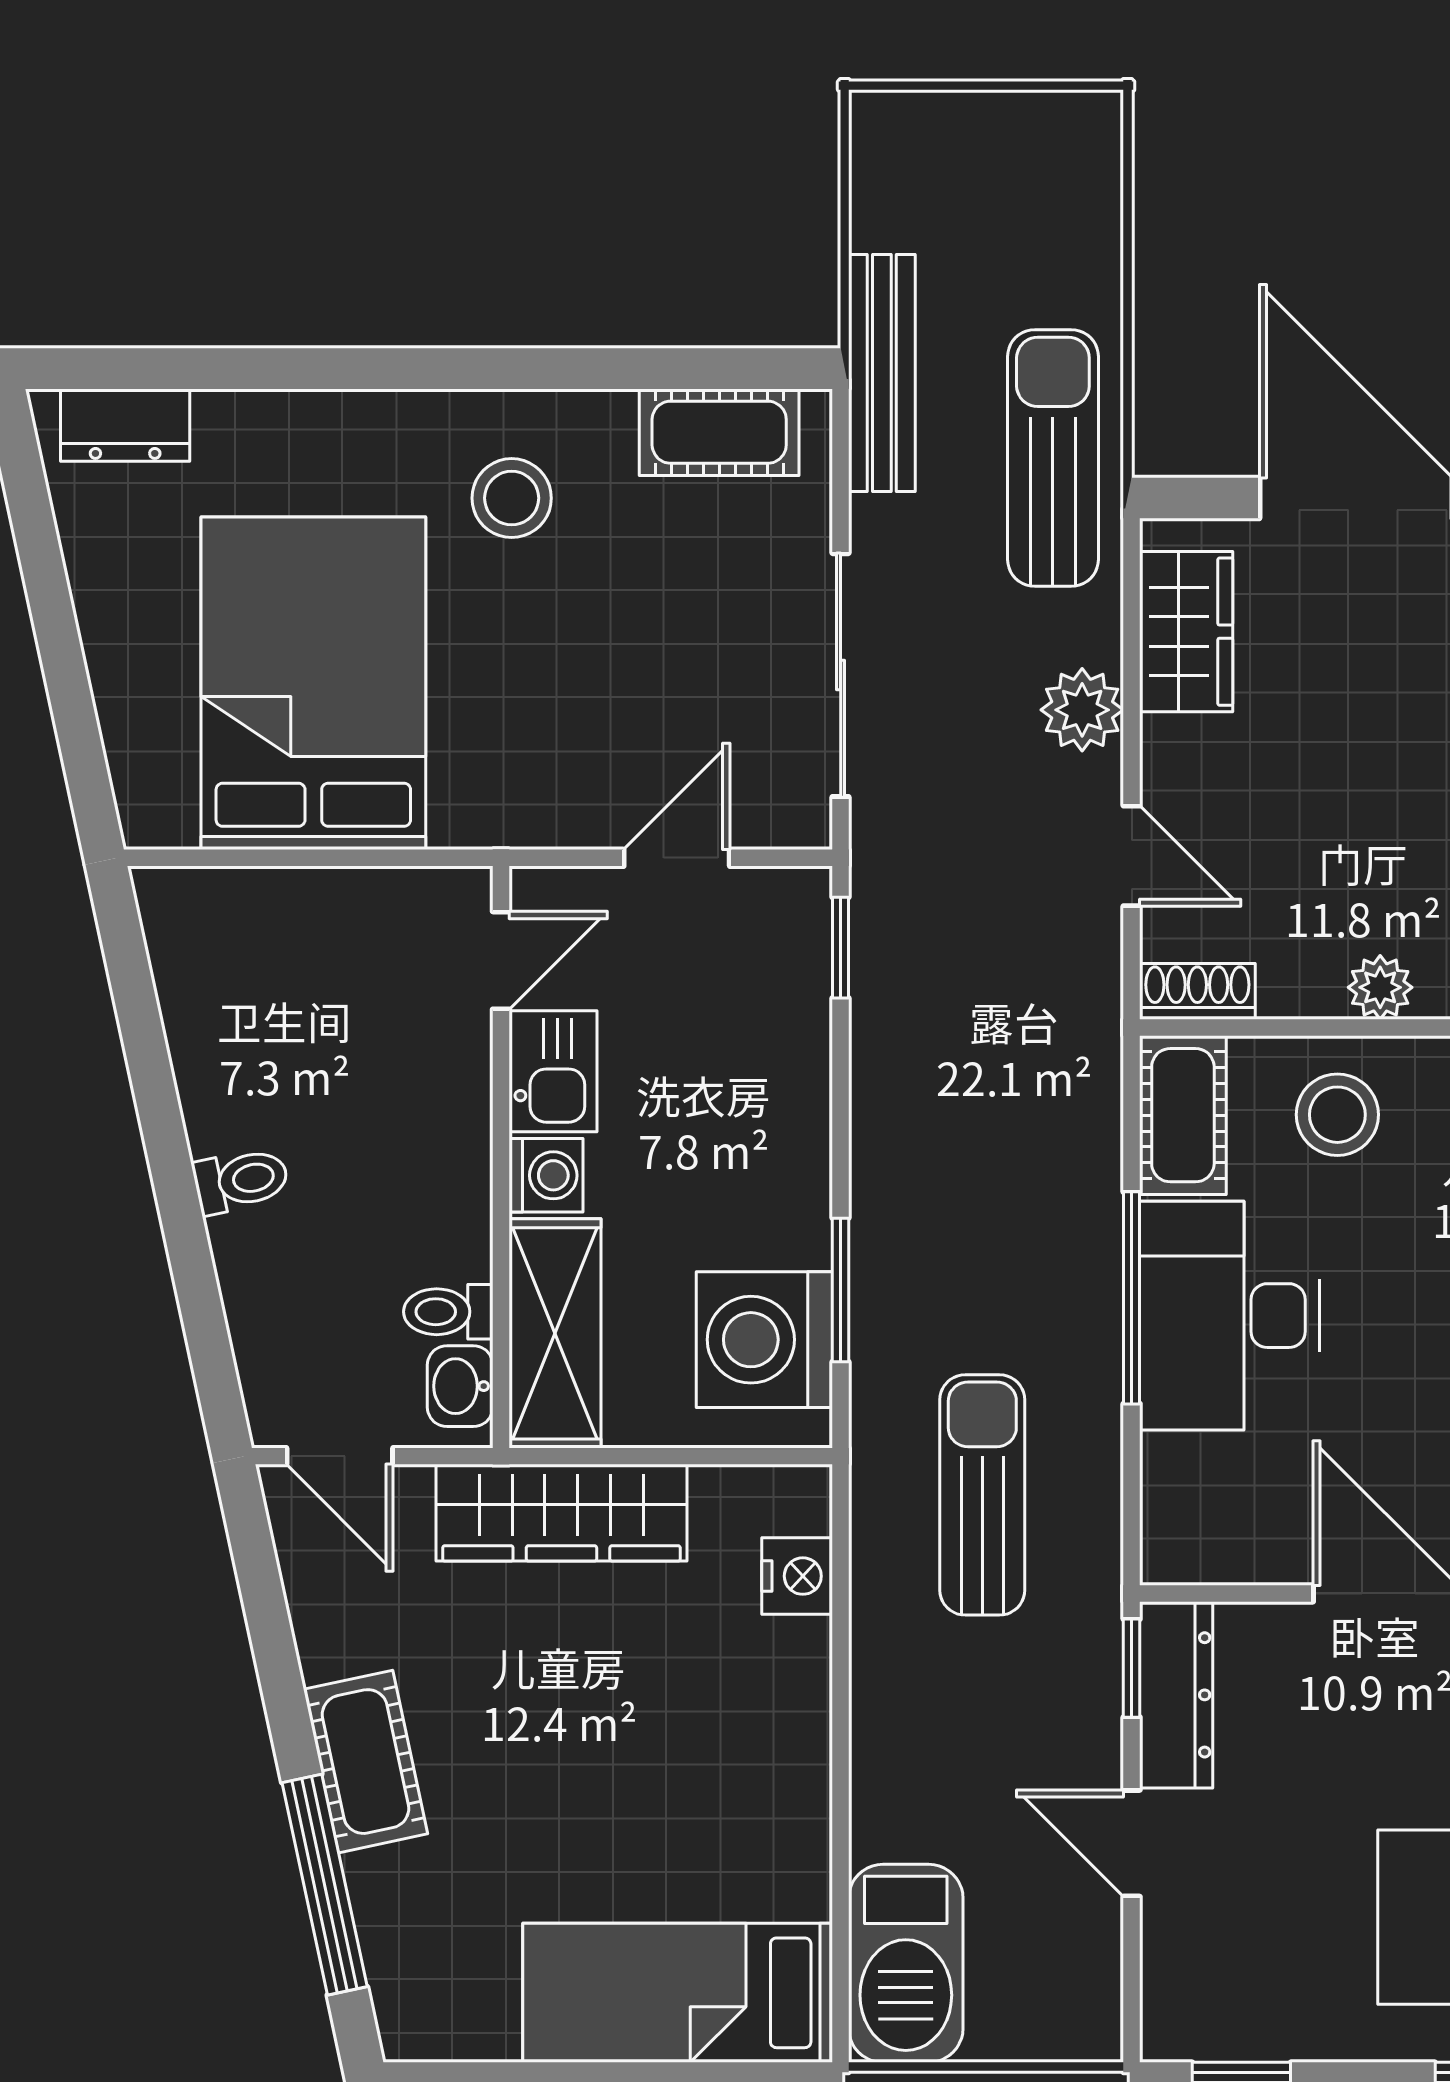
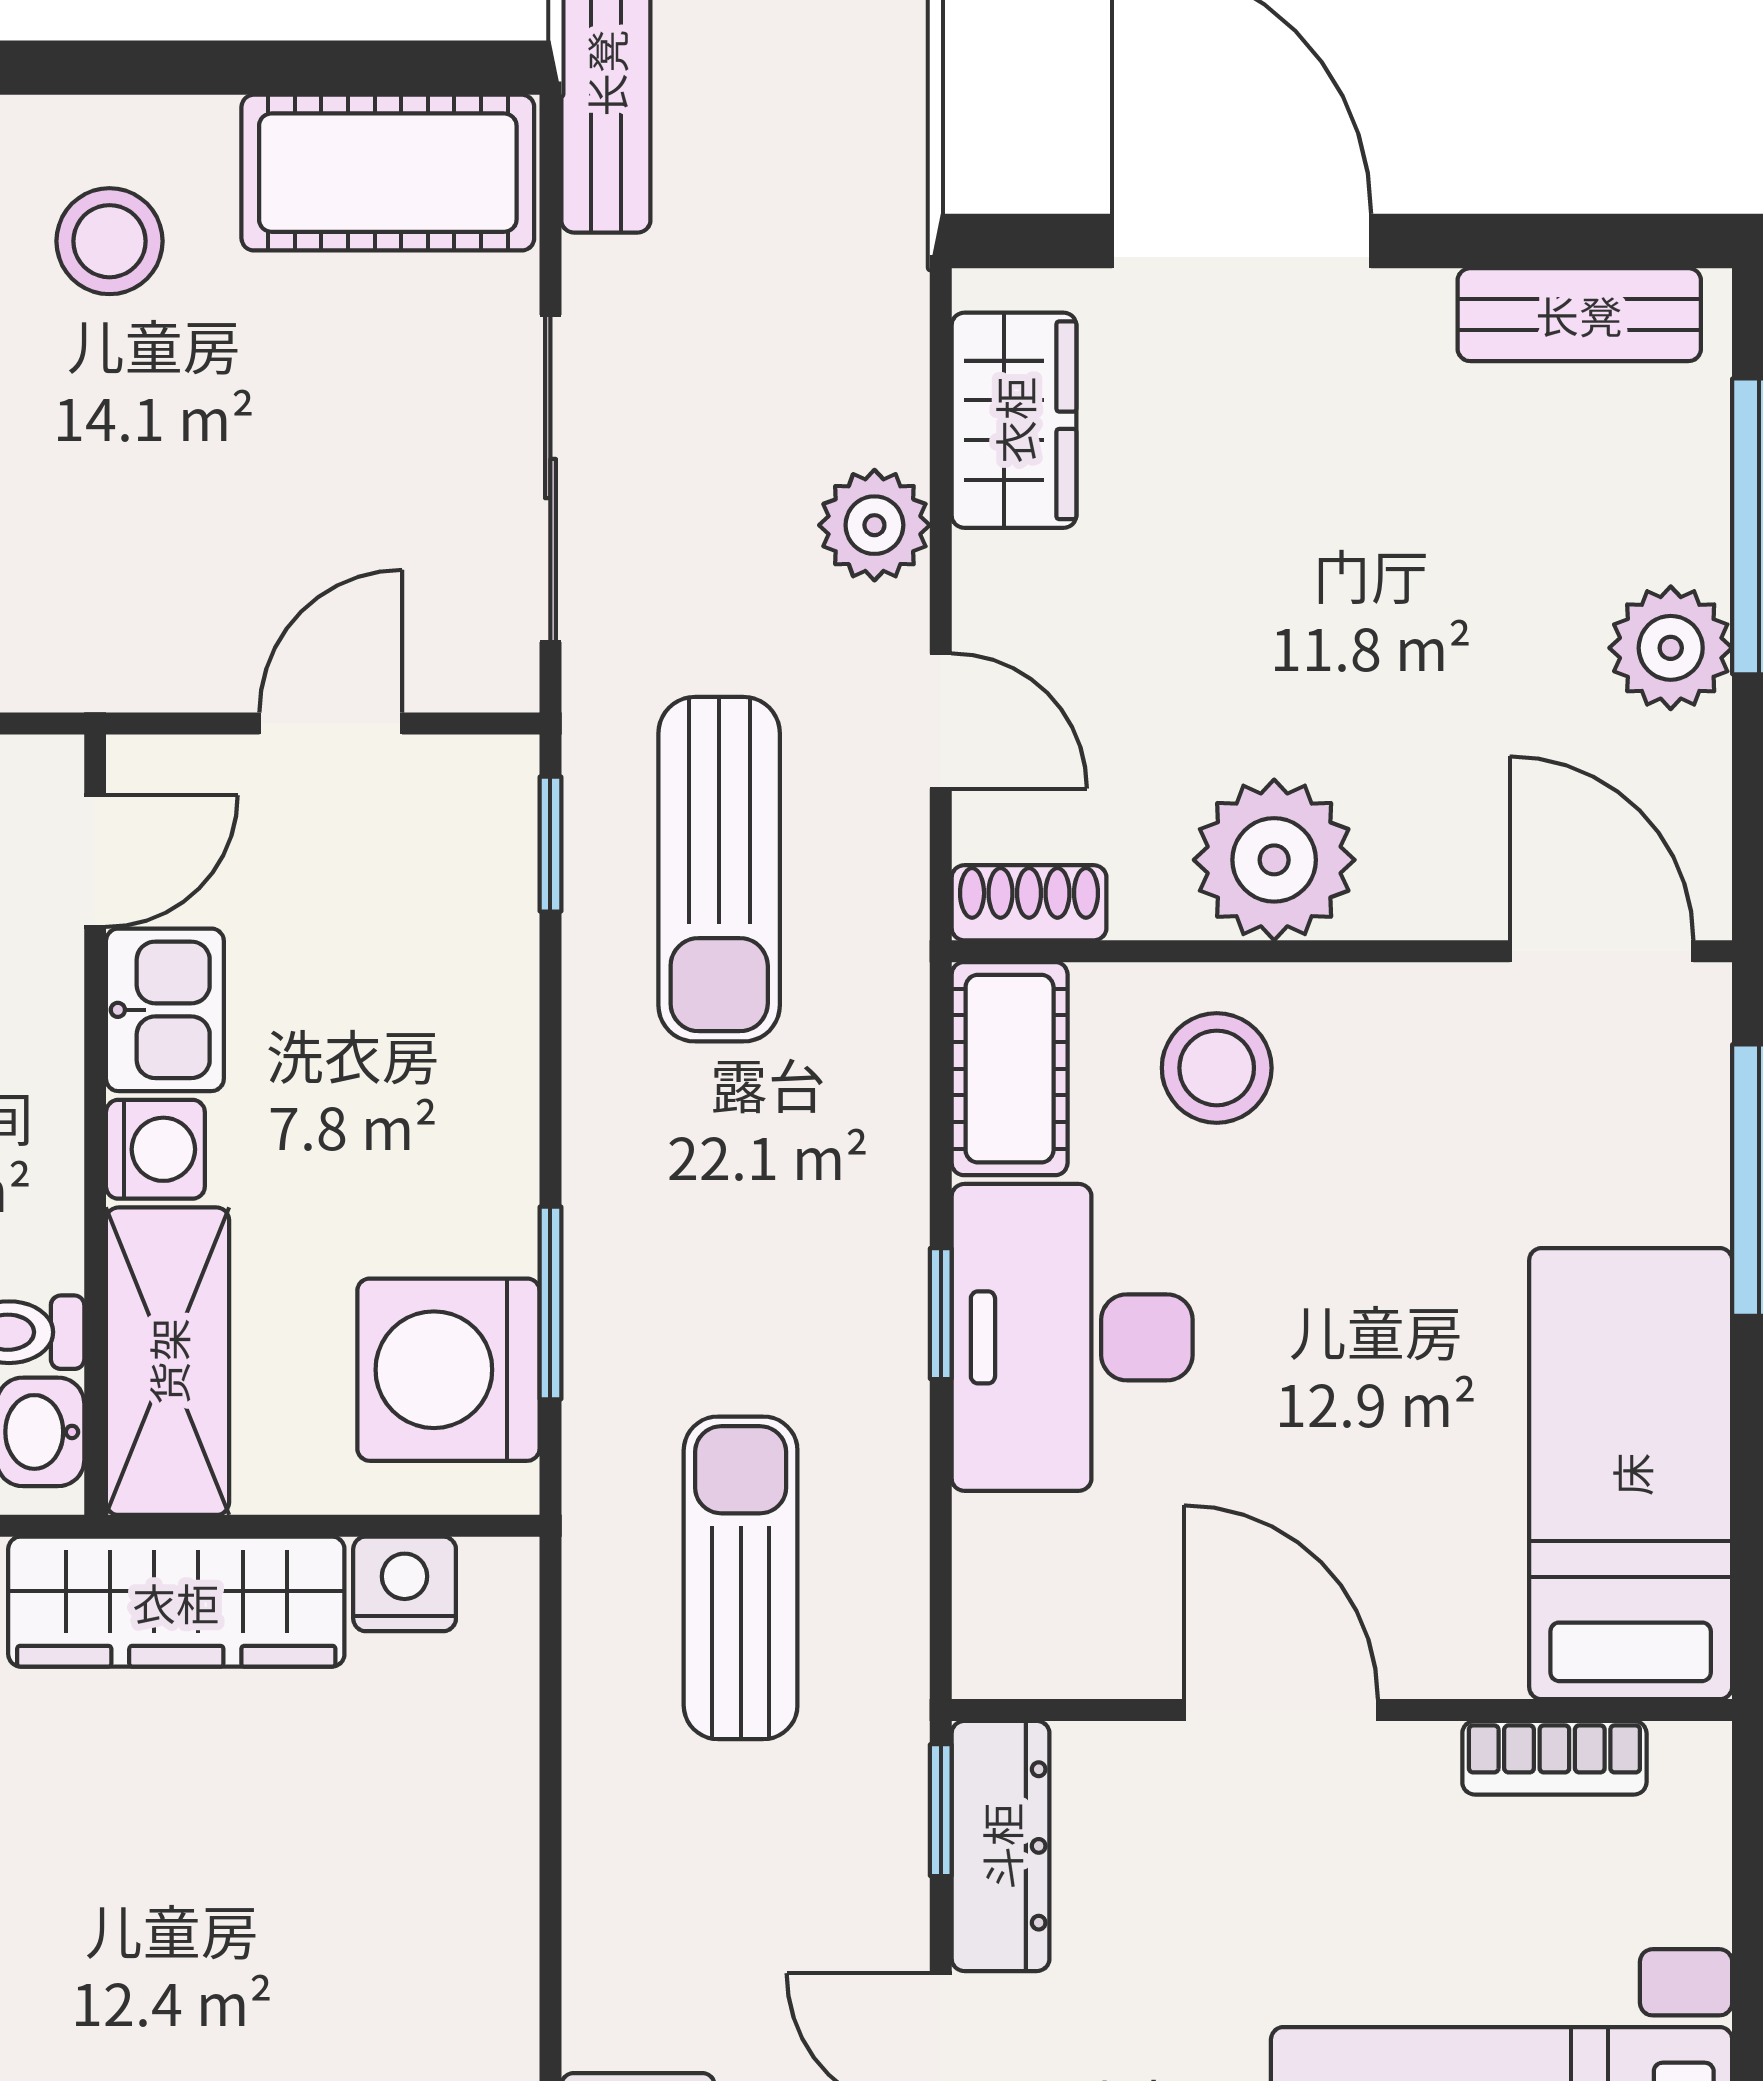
cot: (719, 432) -> (388, 173), width x1.37, depth x1.34
sun lounger: (1053, 458) -> (719, 869), moved, turned 180
plant: (1380, 987) -> (1274, 860), width x1.88, depth x1.88
window: (1132, 1298) -> (941, 1314), width x0.46
nightstand: (797, 1576) -> (405, 1584), moved, turned -90

